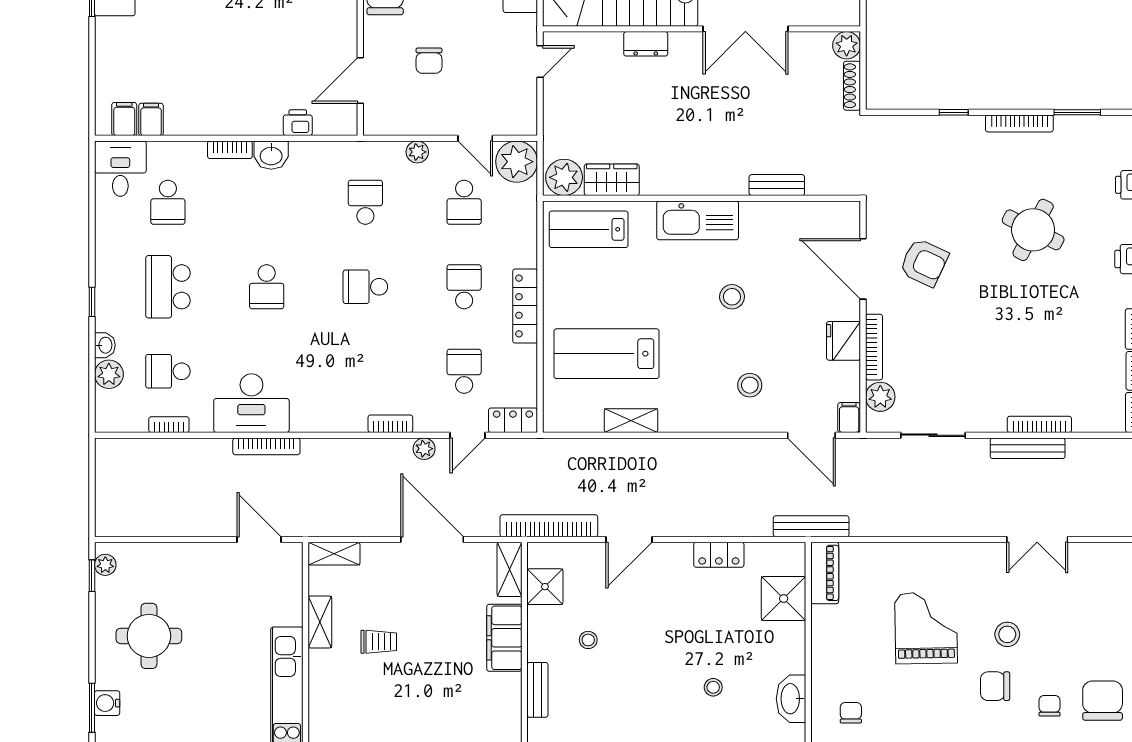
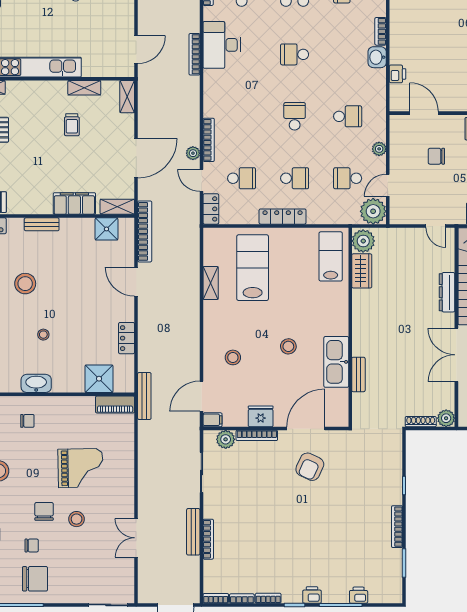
dresser: (646, 44) -> (447, 292), width x1.44
kitchen sink: (698, 220) -> (336, 362), moved
round table: (1033, 230) -> (330, 535), removed
bookcase: (390, 424) -> (209, 140), width x1.56
stool: (588, 640) -> (25, 284), moved, width x1.89, depth x1.89

